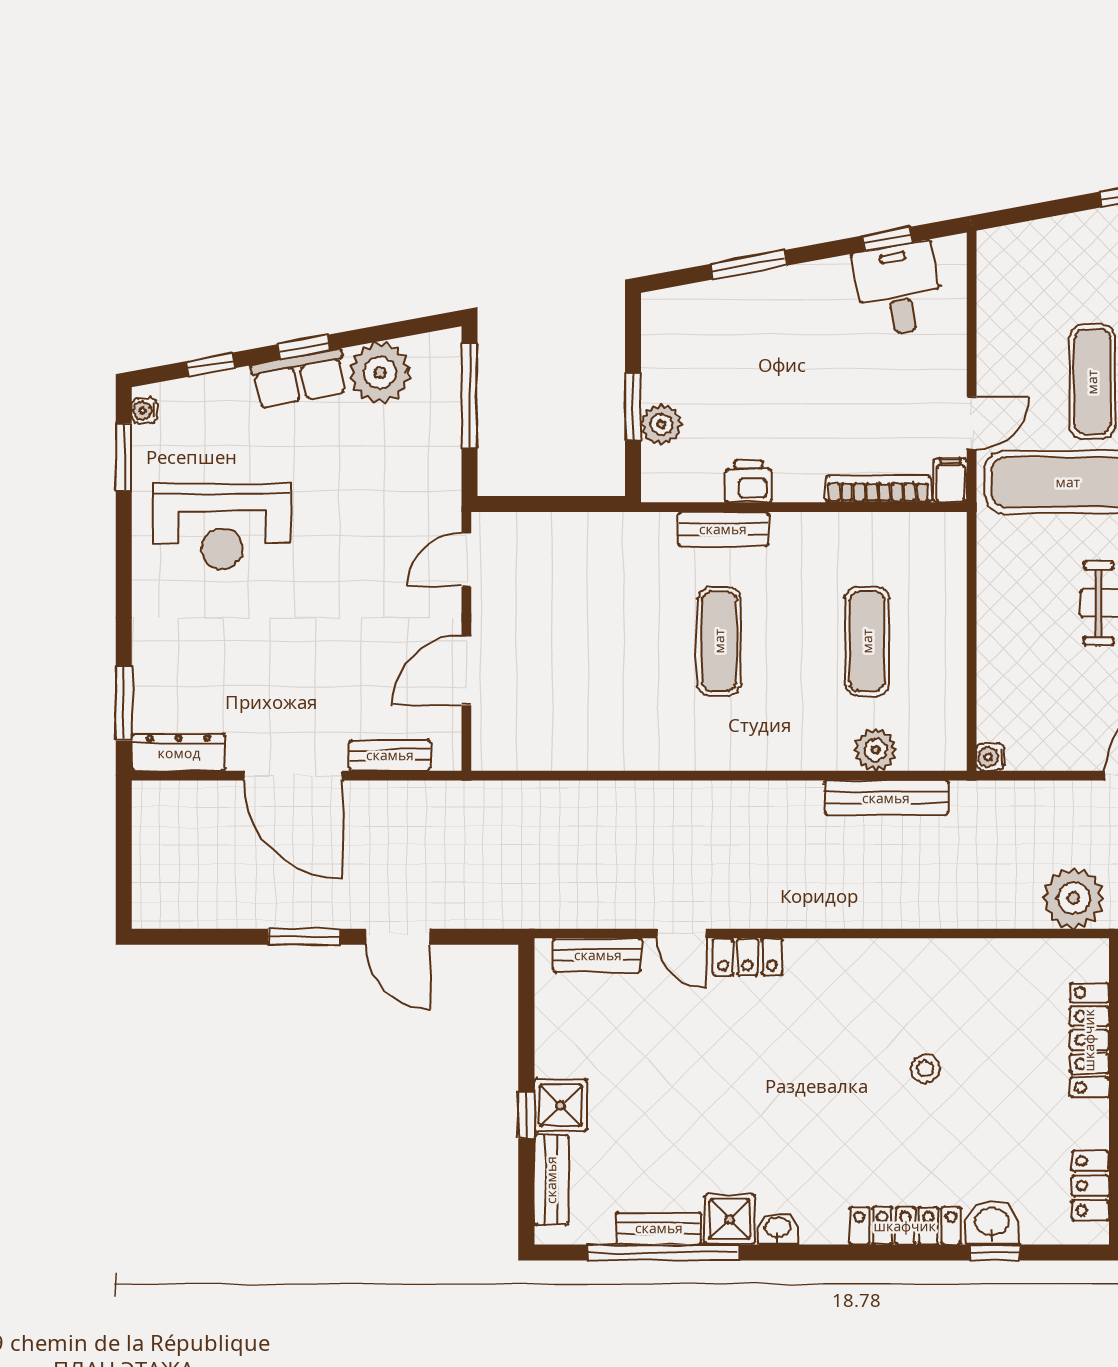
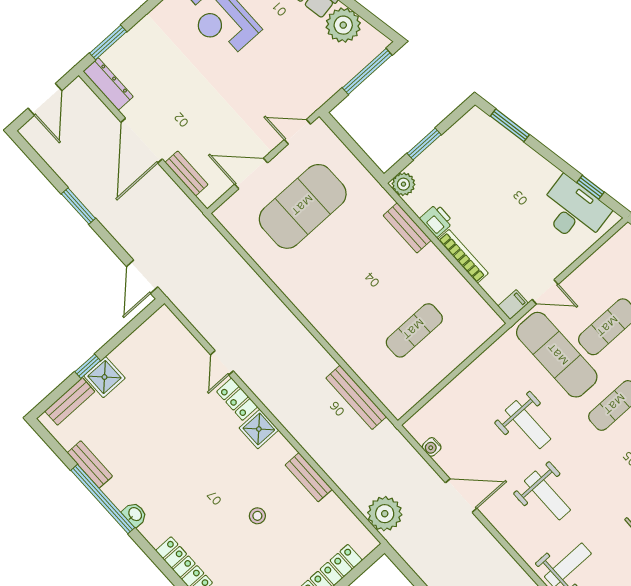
window: (749, 265) -> (510, 125), moved
desk: (898, 289) -> (574, 211), width x1.37
plant: (661, 424) -> (403, 184), moved
bookcase: (878, 489) -> (463, 256), moved
exercise mat: (719, 641) -> (303, 206), moved, width x2.00, depth x1.45
plant: (876, 750) -> (372, 375), removed
water cooler: (990, 757) -> (432, 447), moved, turned -90
door: (124, 854) -> (45, 99), added
door: (398, 937) -> (142, 277), moved
bench: (598, 955) -> (309, 477), moved
shower: (730, 1219) -> (259, 429), moved
window: (663, 1252) -> (103, 499), moved

